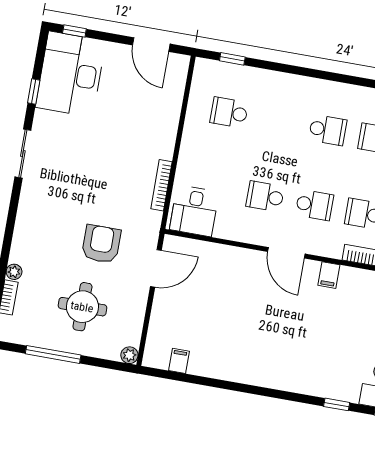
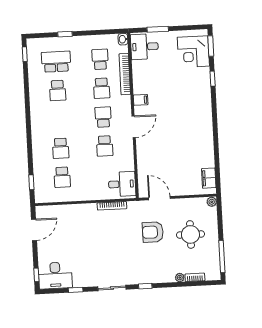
desk: (71, 74) -> (55, 276), width x0.73, depth x0.77
school desk: (328, 130) -> (61, 148), moved, turned 180
window: (13, 210) -> (145, 286), added
window: (53, 354) -> (222, 257), moved
filing cabinet: (179, 361) -> (209, 178), width x2.00

